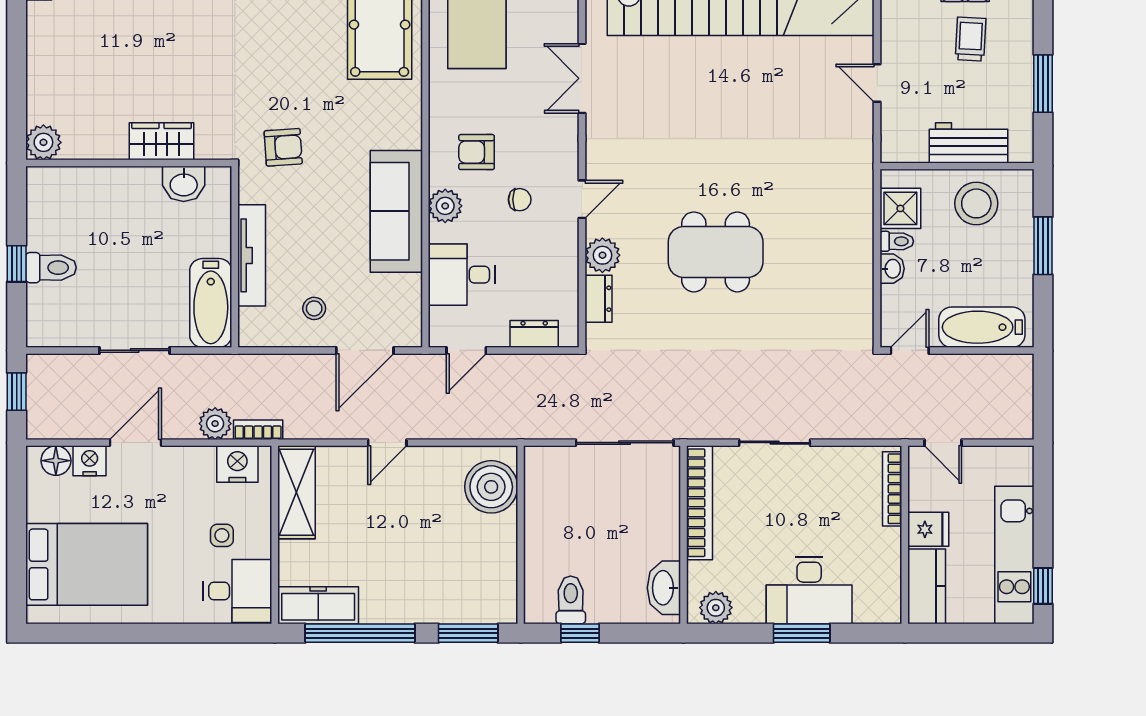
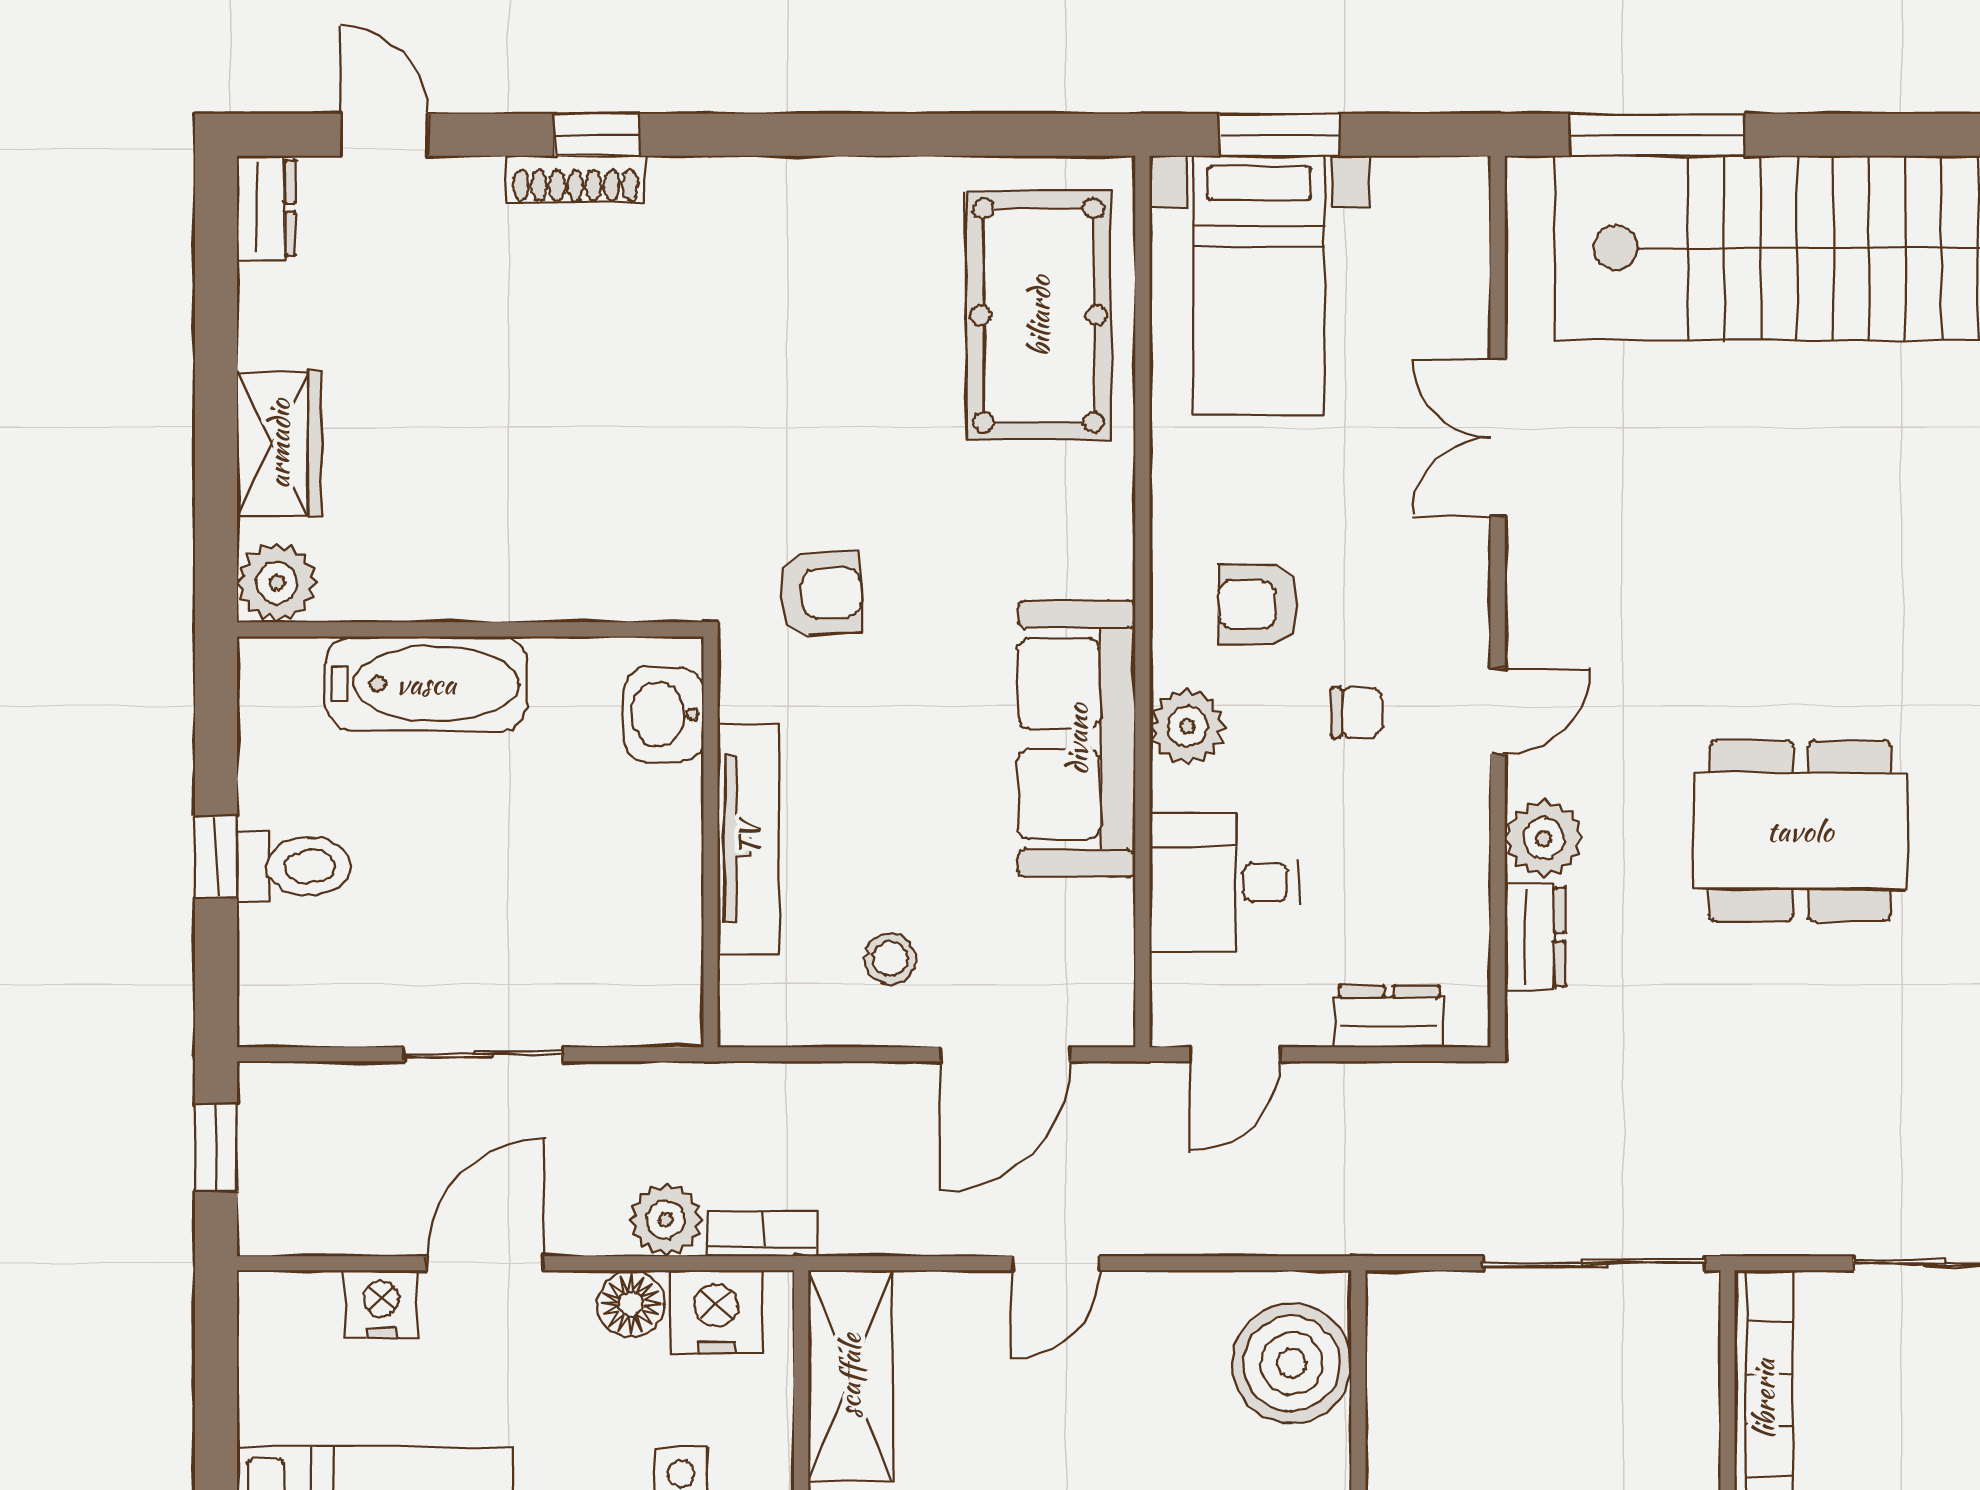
wardrobe: (162, 141) -> (279, 444), moved, turned 90
washbasin: (184, 184) -> (663, 714), moved, turned 90
bathtub: (211, 303) -> (426, 684), moved, turned -90
floor lamp: (56, 461) -> (631, 1304), moved

